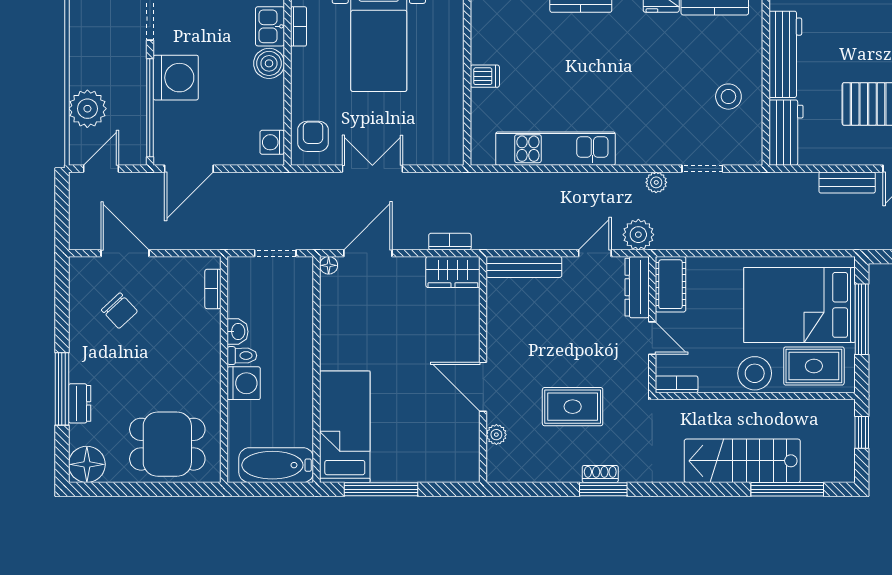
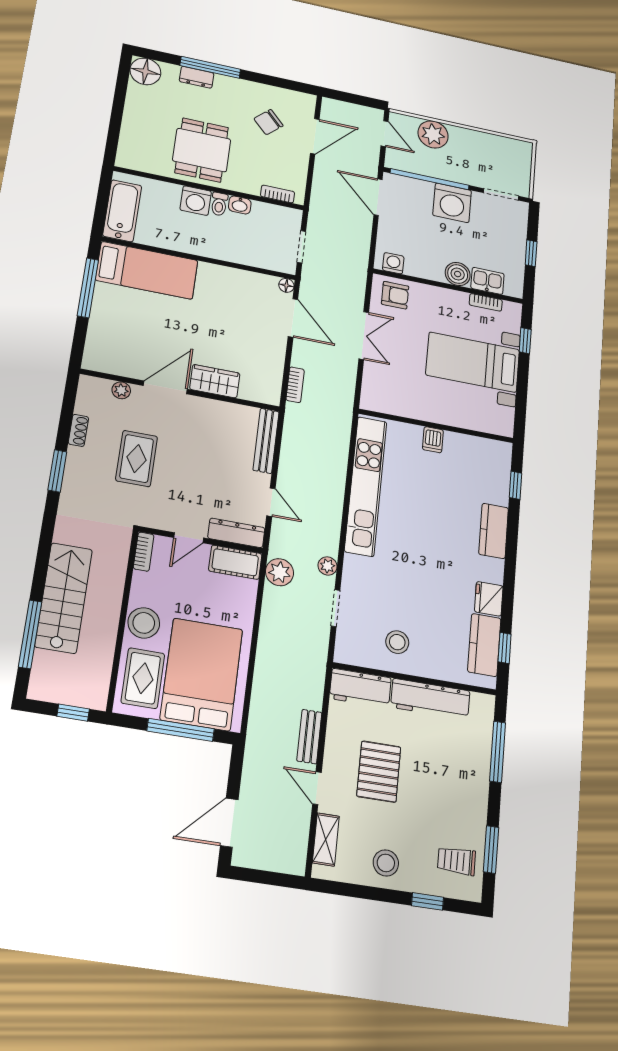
kitchen unit: (555, 149) -> (366, 486), width x1.36
plant: (638, 235) -> (280, 572), moved
wardrobe: (453, 272) -> (215, 381), moved, turned 90
dining table: (167, 444) -> (202, 150), moved
shoe rack: (600, 474) -> (78, 430), moved

